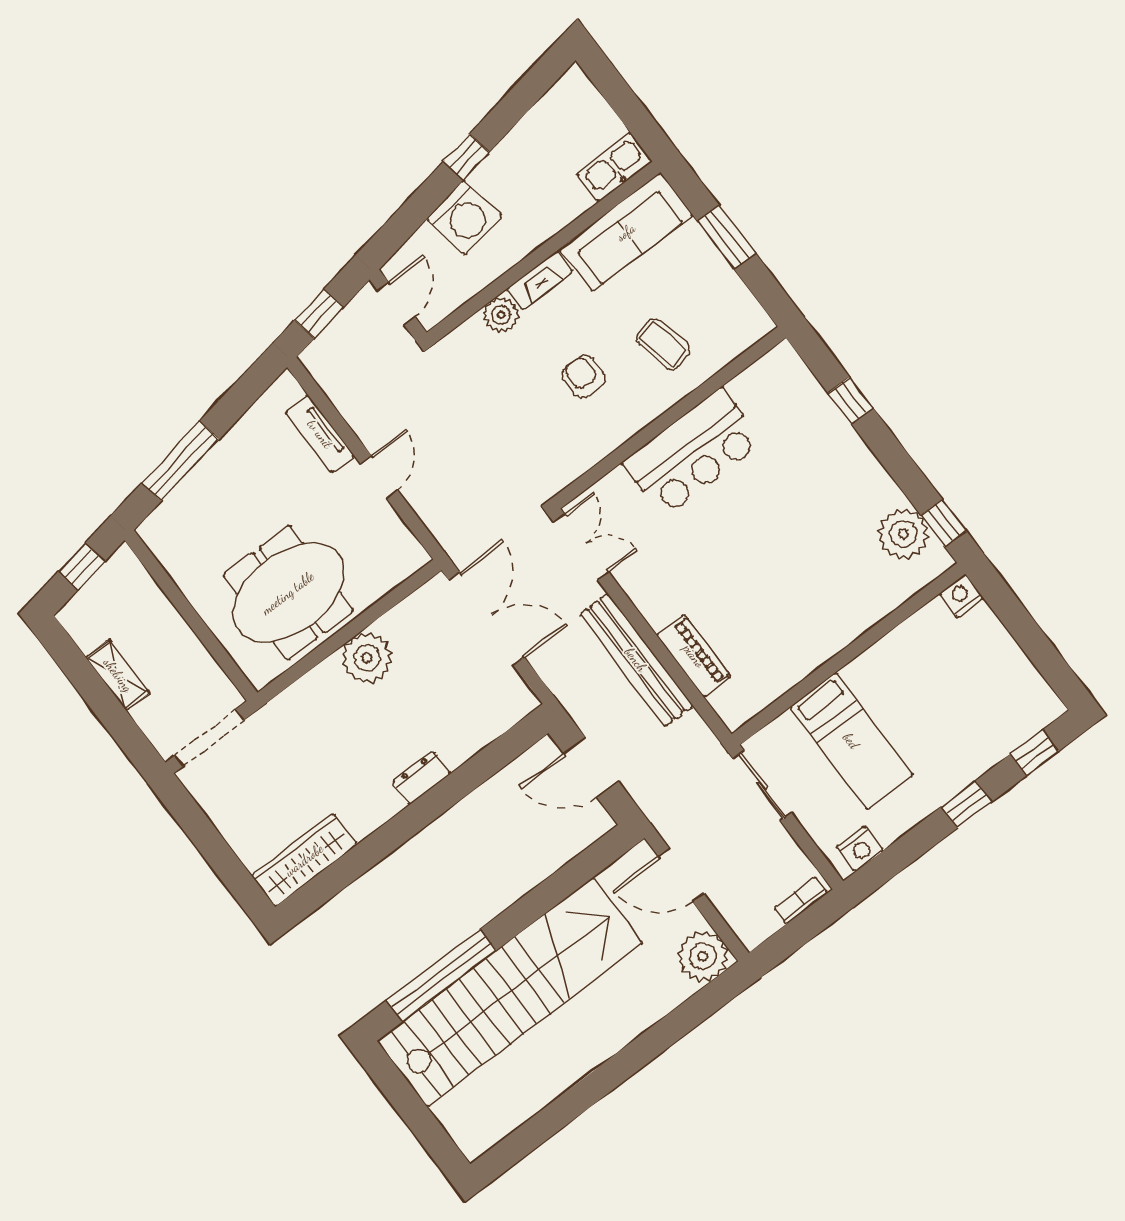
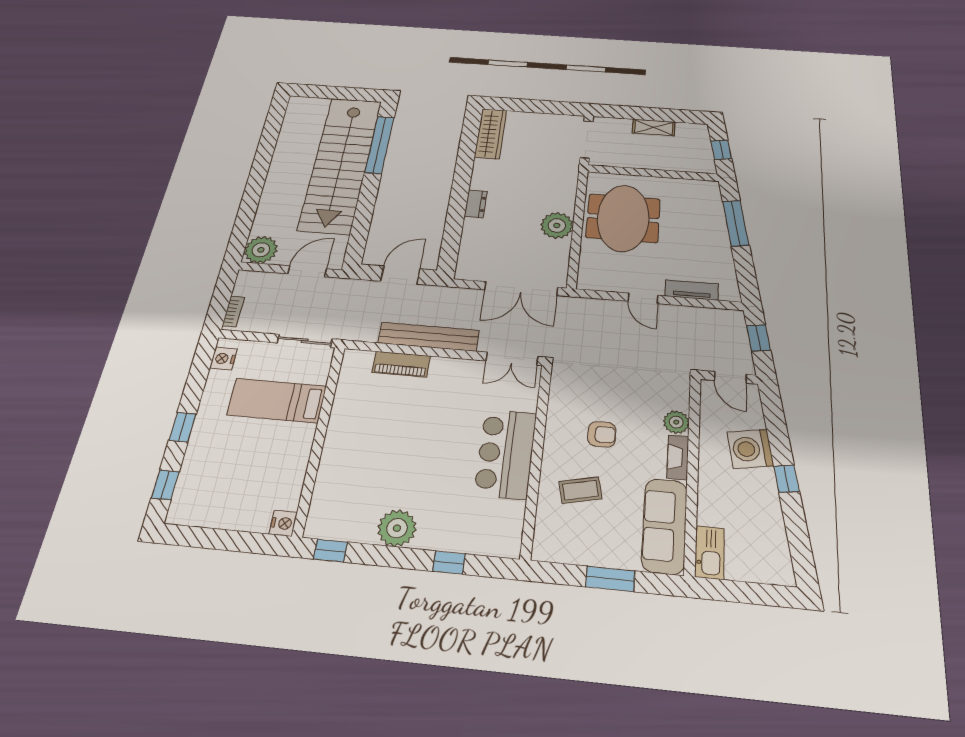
plant: (903, 534) -> (397, 528), moved

